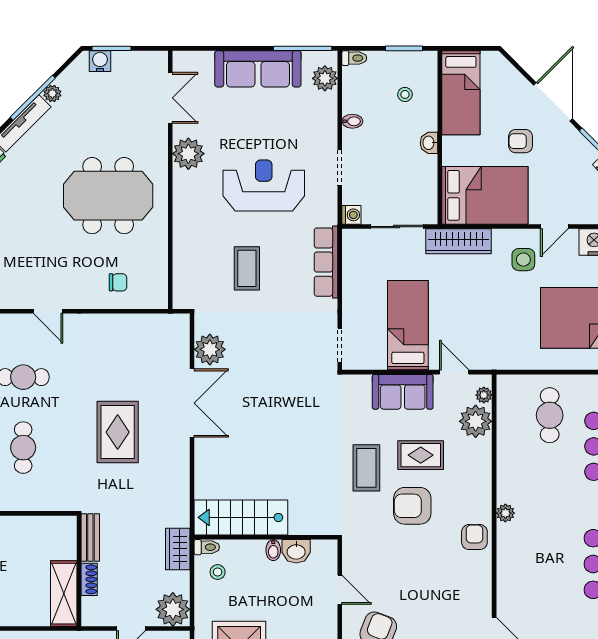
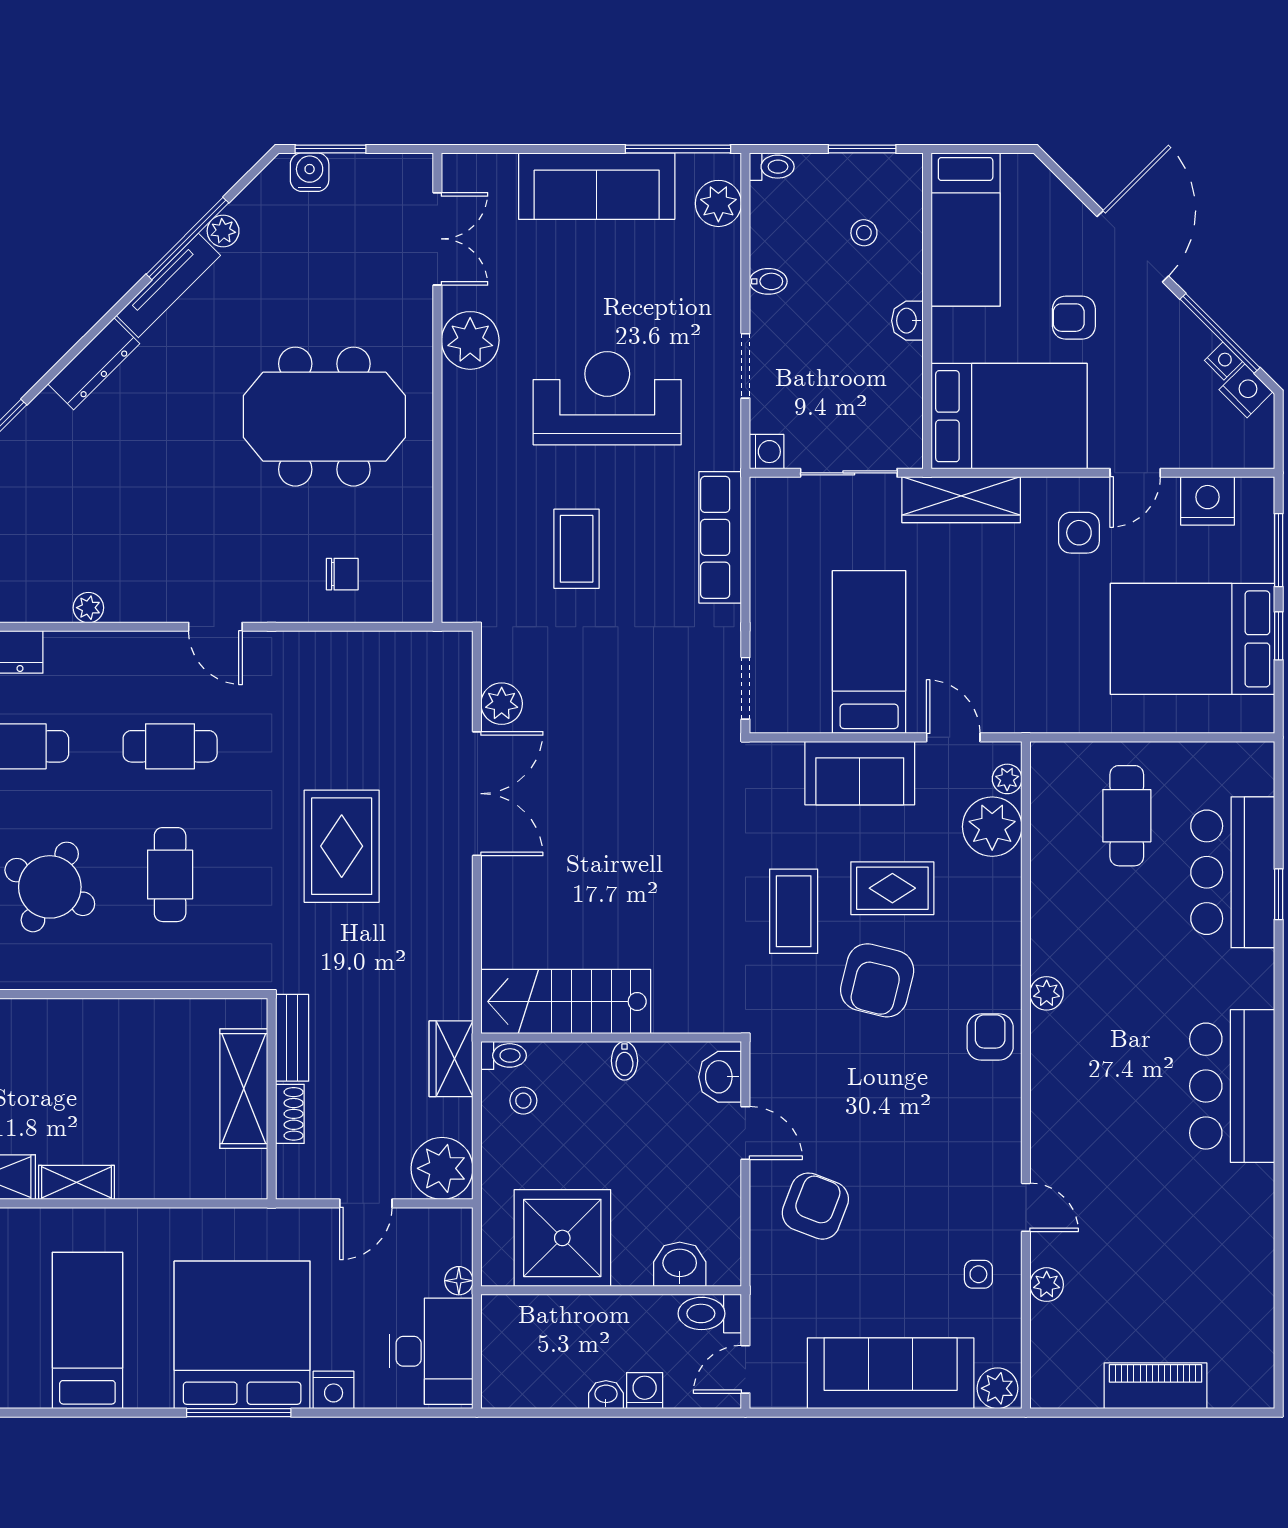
plant: (210, 349) -> (502, 704), width x0.73, depth x0.73
armchair: (412, 506) -> (877, 980), turned -76
washbasin: (296, 551) -> (720, 1077), moved, turned 90
shelving: (64, 594) -> (244, 1089), moved

